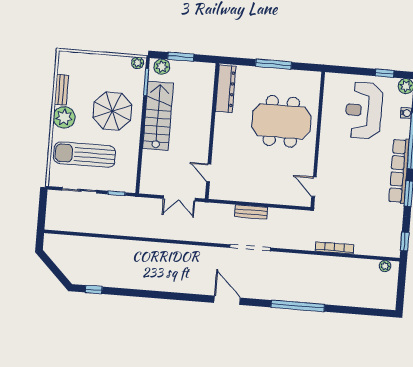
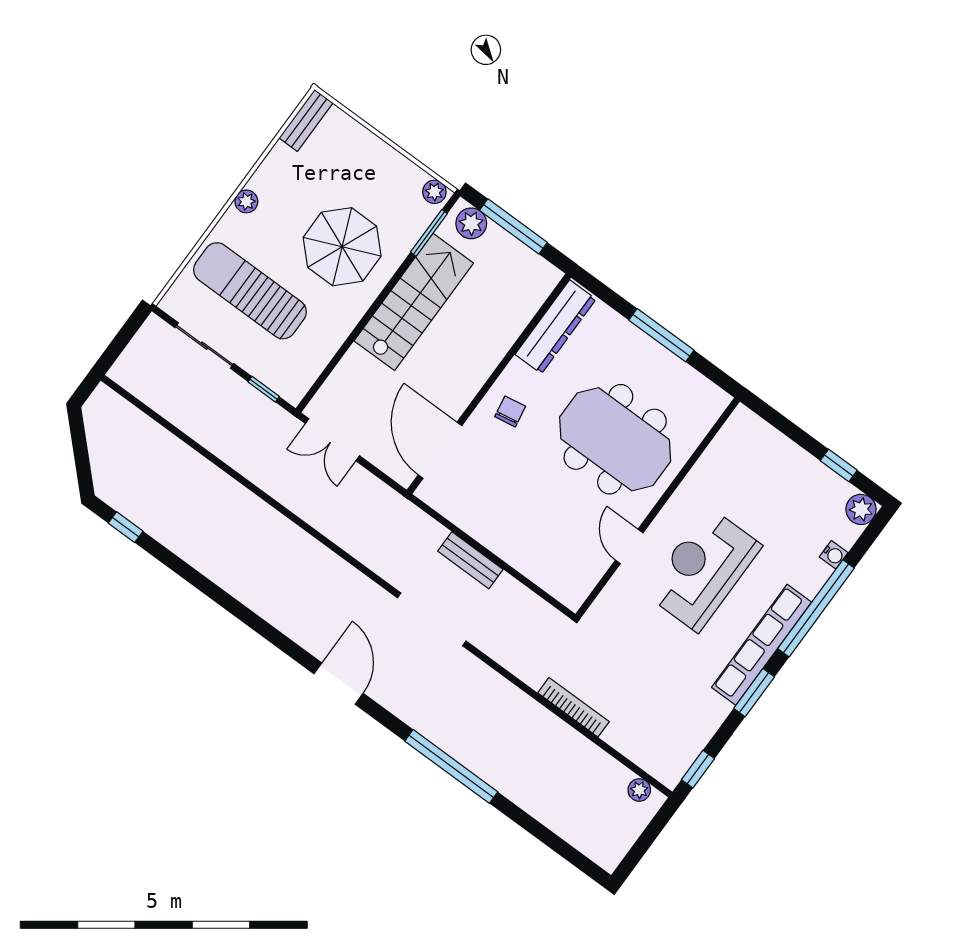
window: (181, 57) -> (513, 226), width x1.44
bench: (61, 90) -> (306, 120), moved
reception desk: (364, 110) -> (703, 569), moved
plant: (64, 117) -> (246, 201), width x0.53, depth x0.53
chair: (229, 137) -> (510, 411), added
door: (209, 173) -> (440, 450), width x1.88
door: (314, 187) -> (629, 546), moved
double door: (179, 198) -> (332, 440), moved

